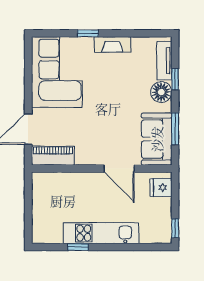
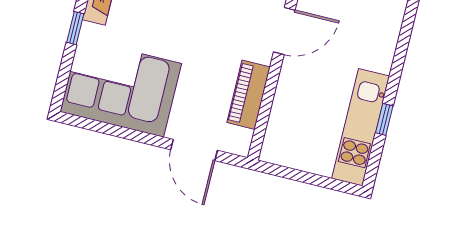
piano: (53, 156) -> (249, 95), moved
kitchen unit: (101, 233) -> (361, 127), moved

